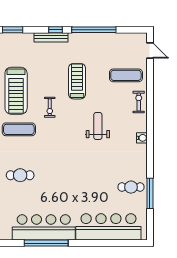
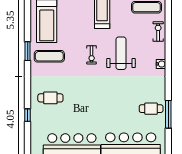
exercise bike: (50, 107) -> (92, 55), moved
weight bench: (98, 126) -> (121, 53), width x1.36, depth x1.33

